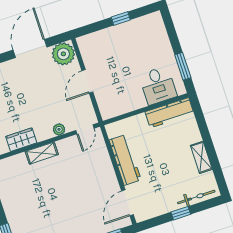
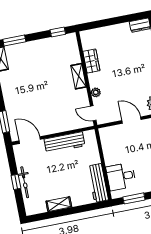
bicycle: (196, 197) -> (25, 182), moved

